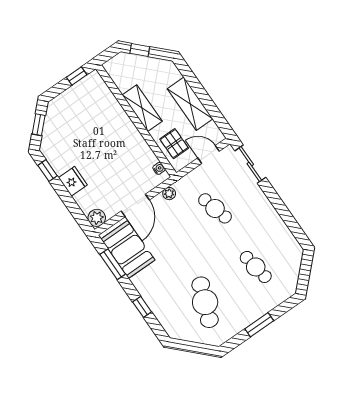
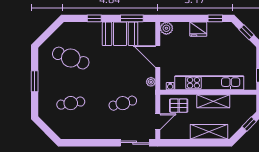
shelving: (190, 104) -> (209, 132), moved
kitchen unit: (125, 127) -> (209, 83), added
booth: (128, 250) -> (120, 34), moved

